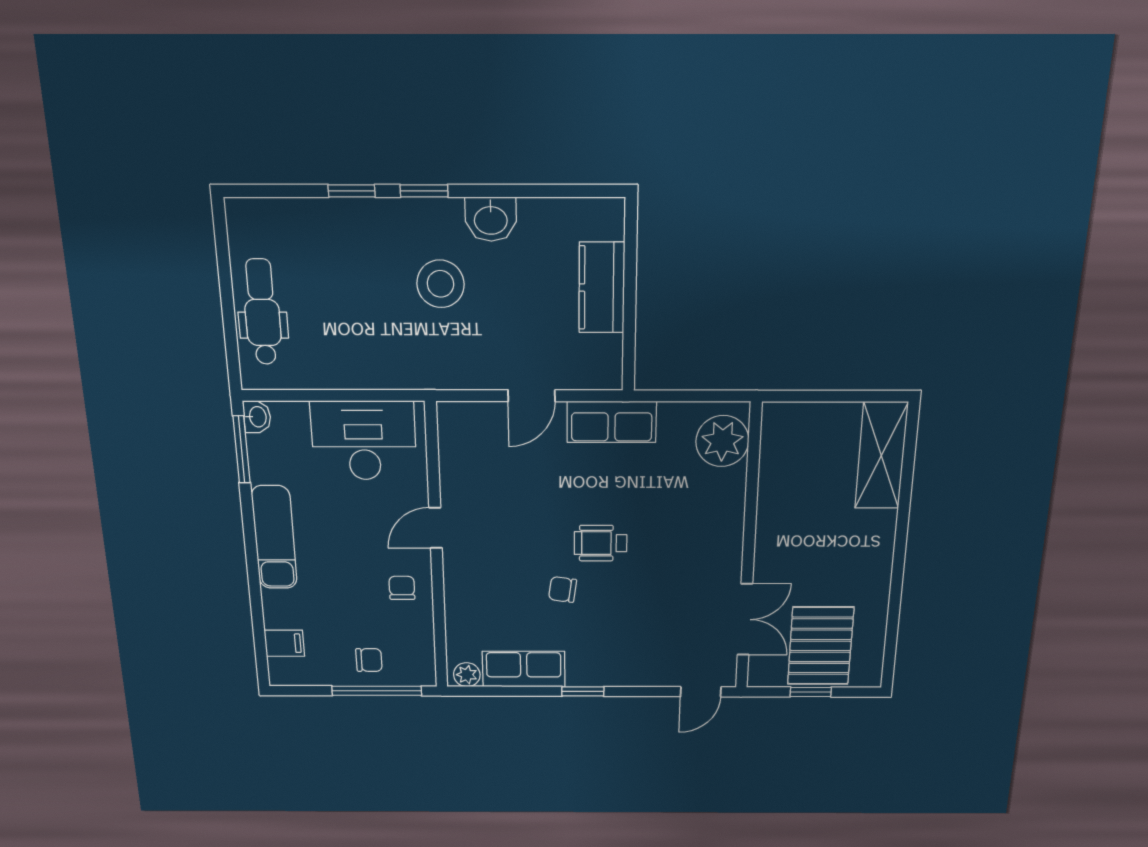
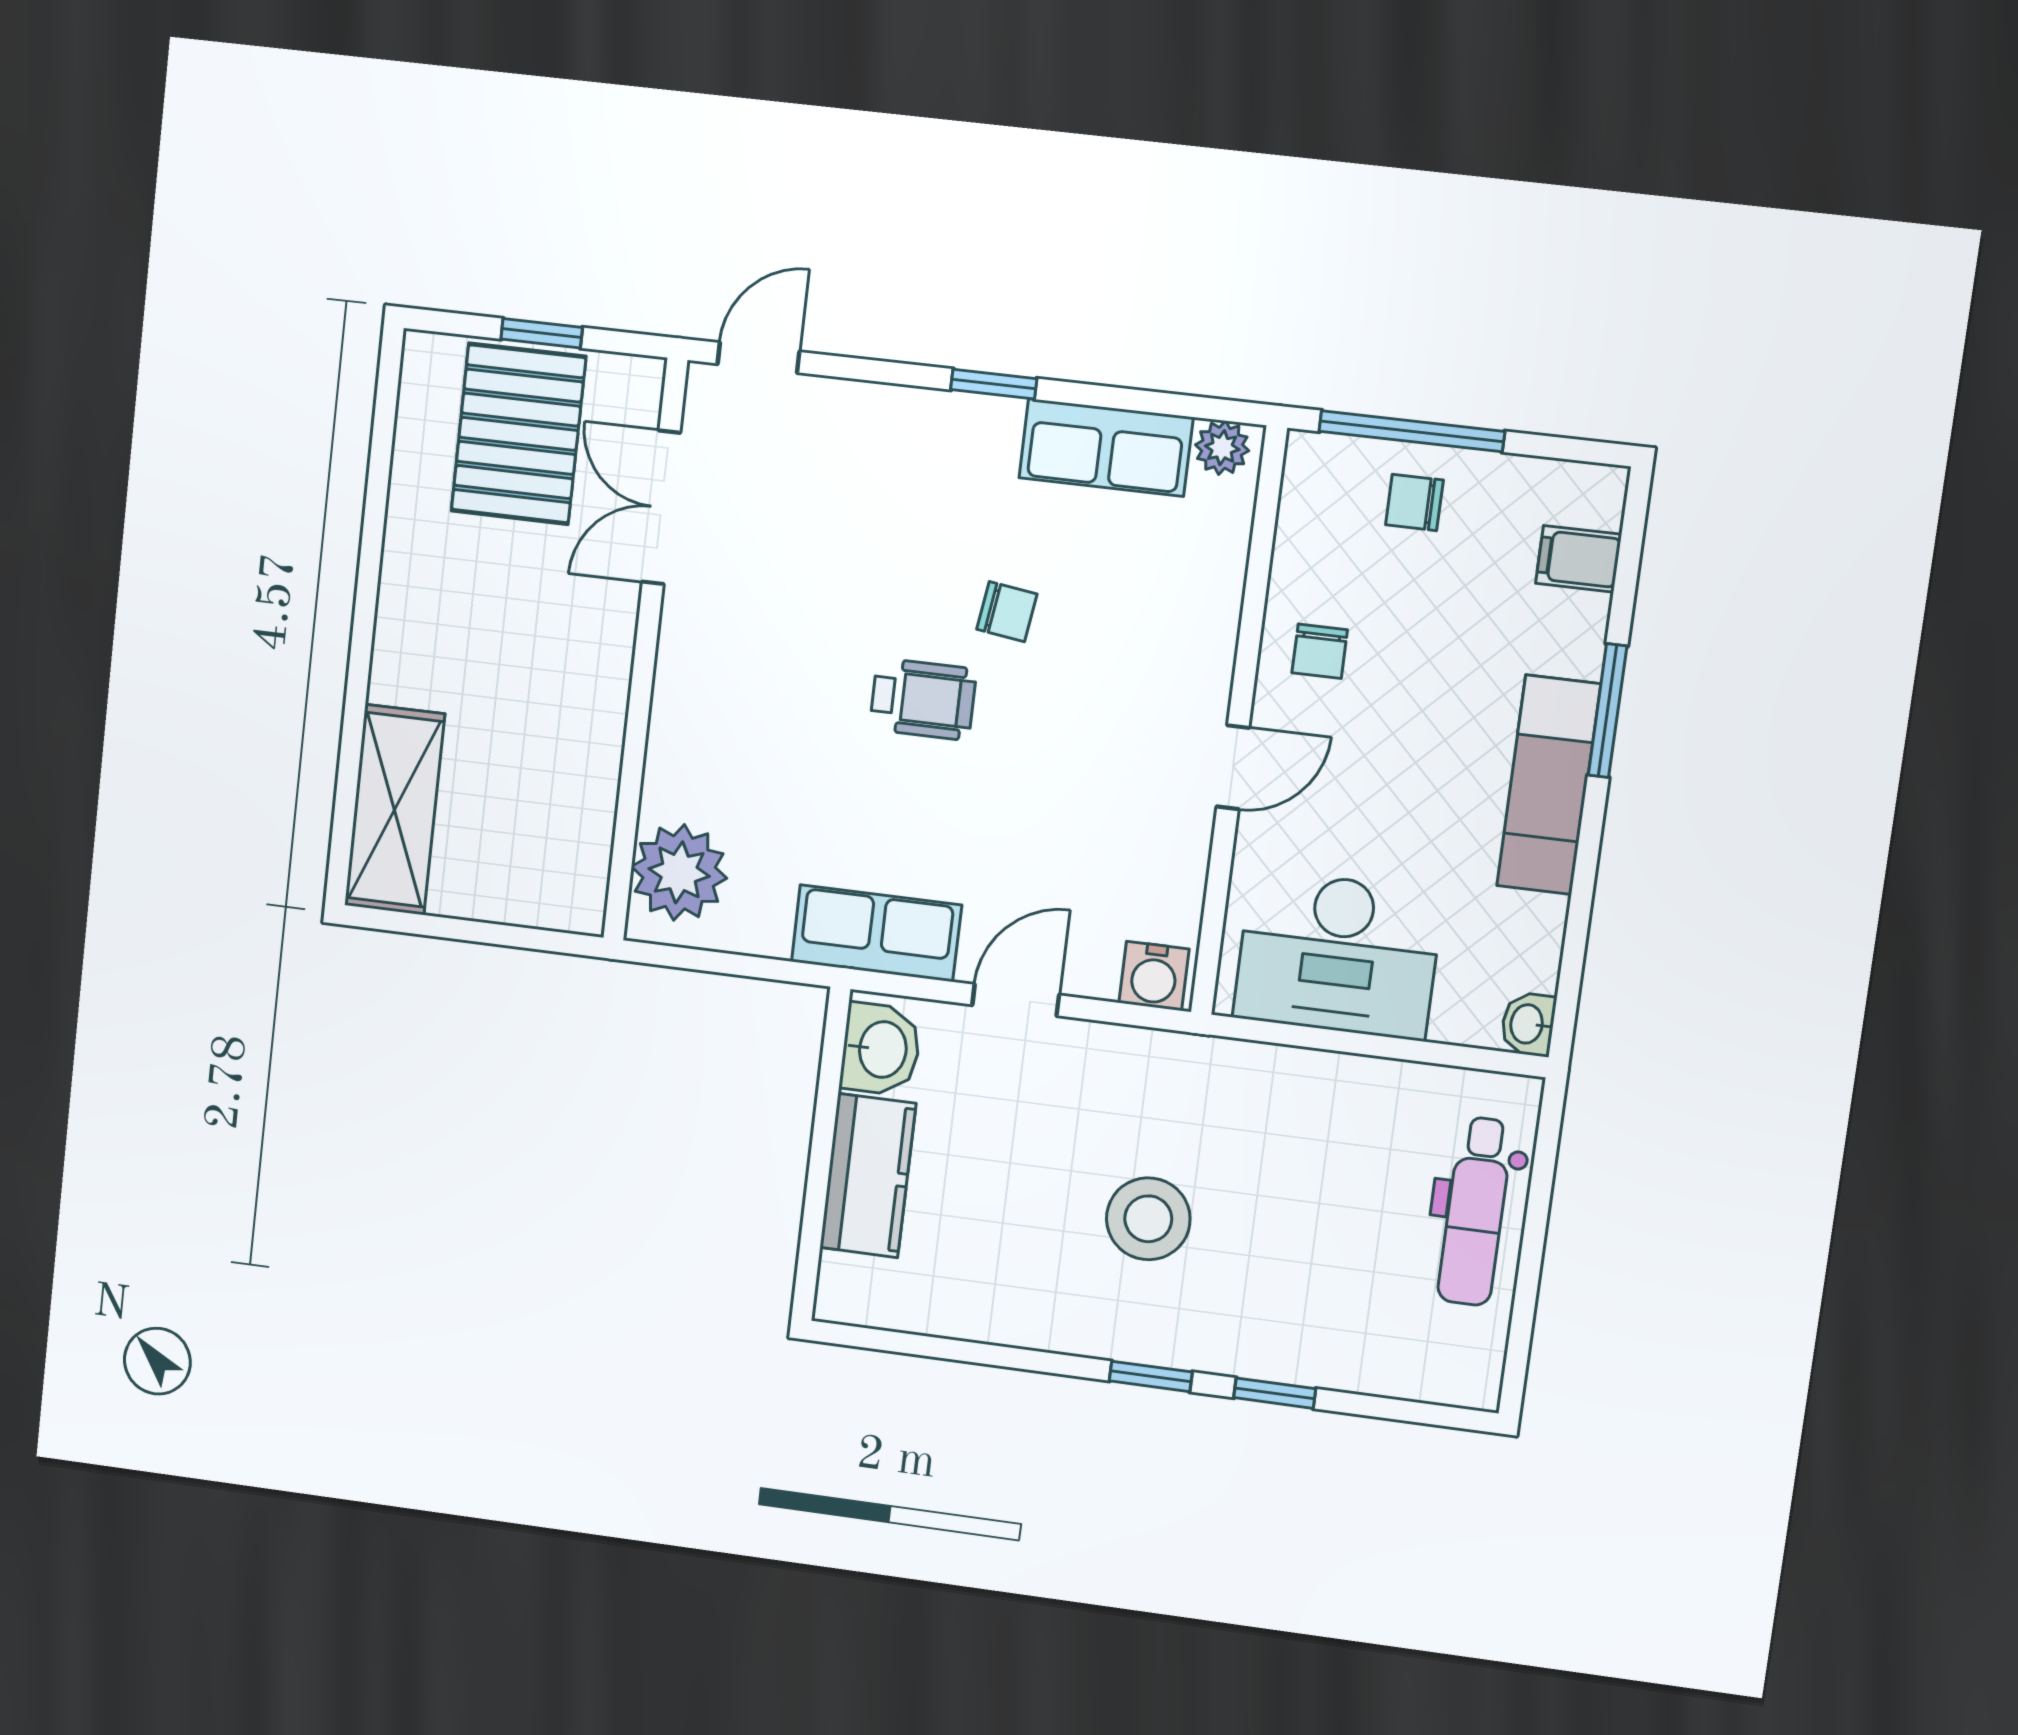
washbasin: (491, 219) -> (881, 1049), moved, turned 90
water cooler: (459, 418) -> (1154, 976), added
window: (242, 449) -> (1608, 711), moved

